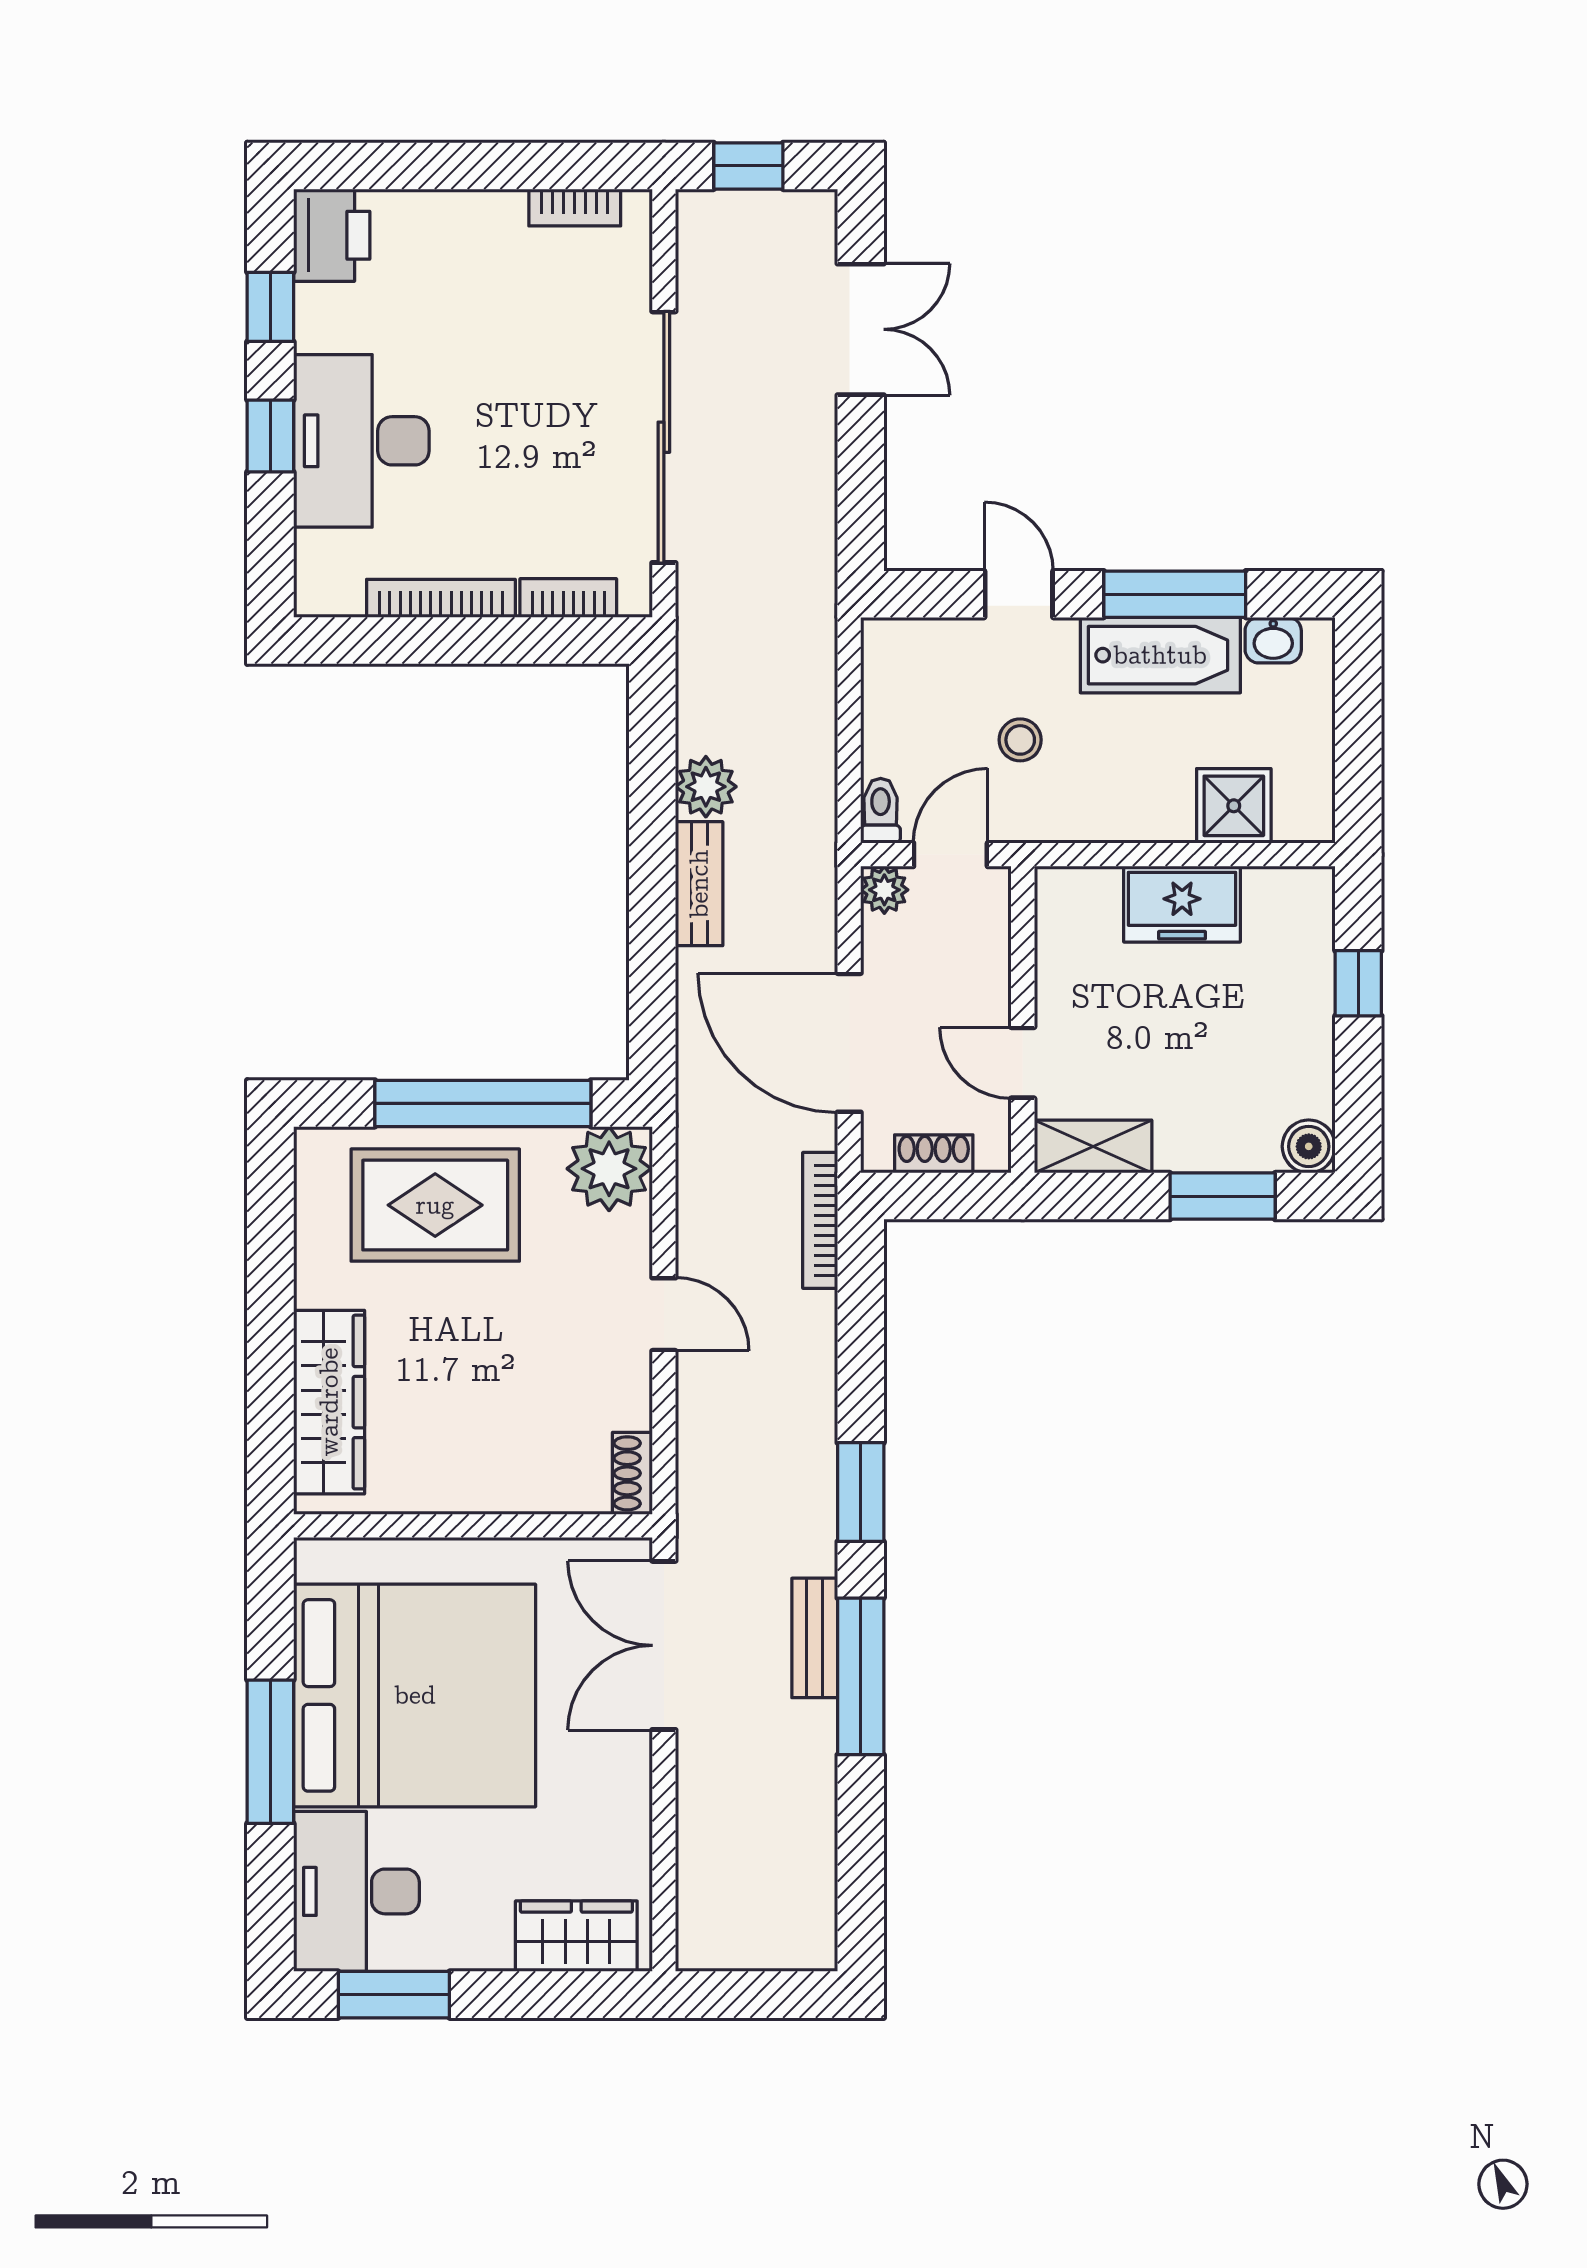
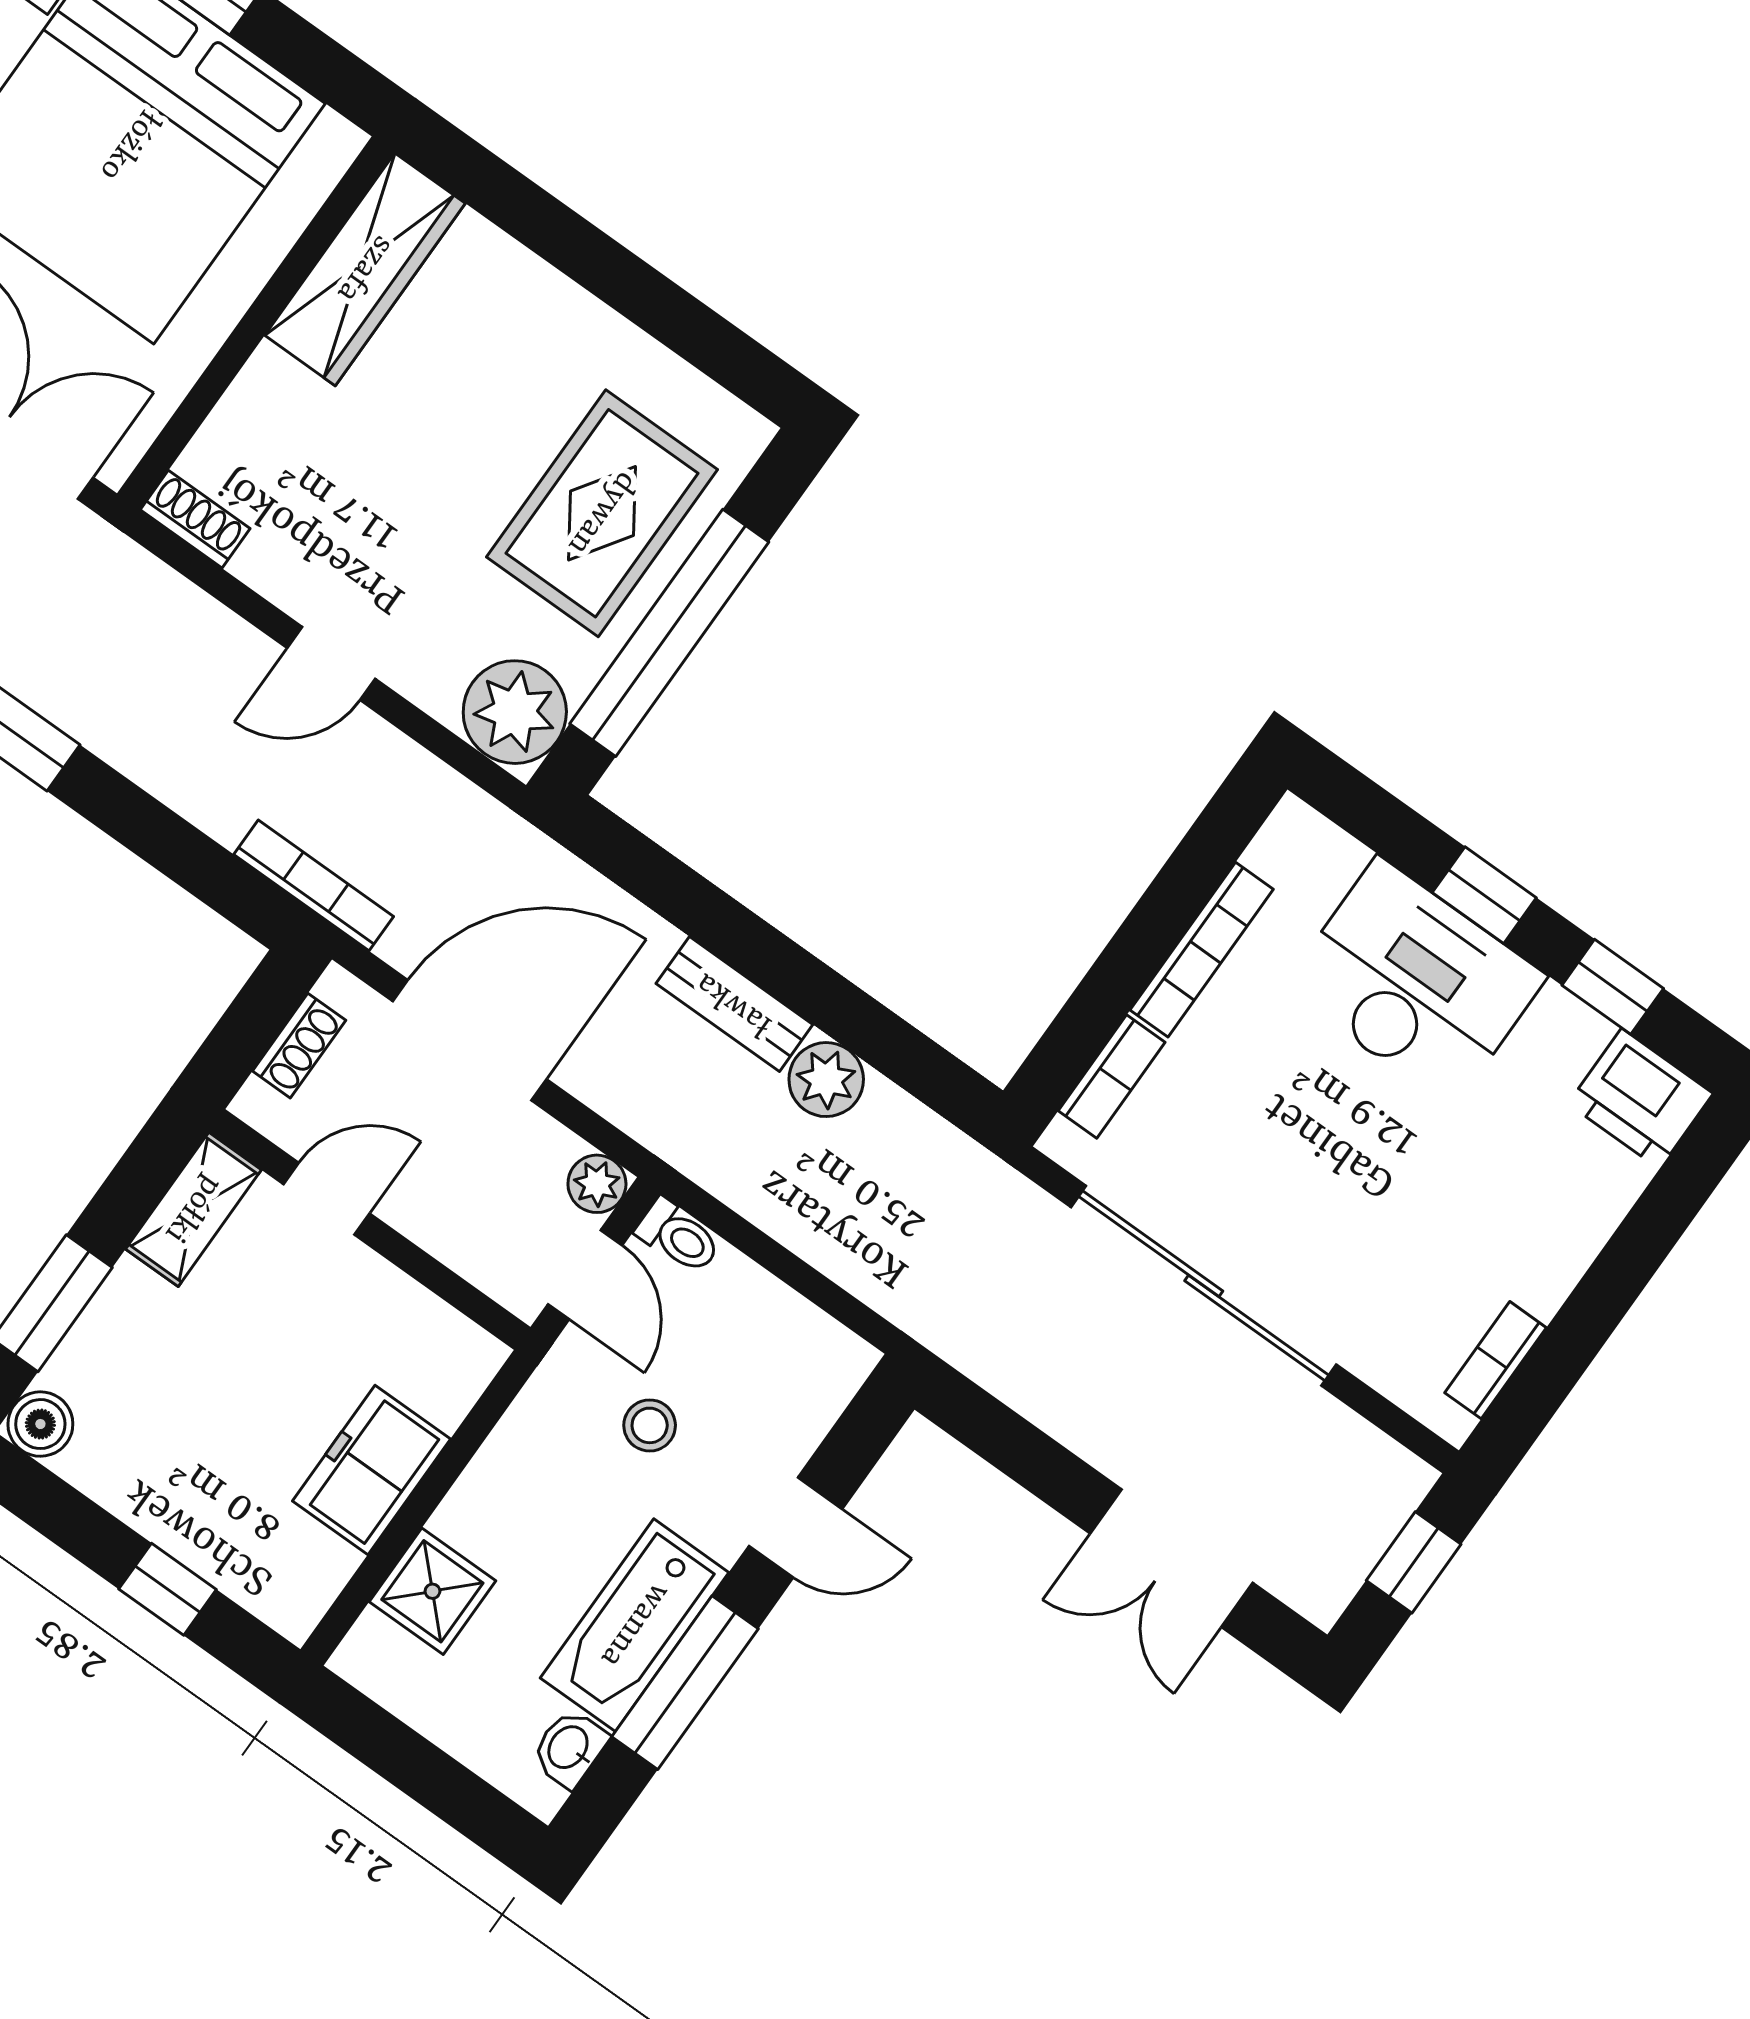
wardrobe: (329, 1402) -> (365, 269), moved, turned -90

